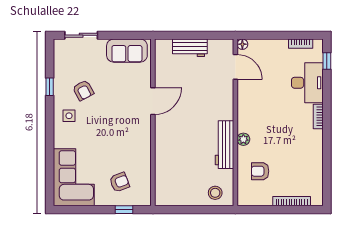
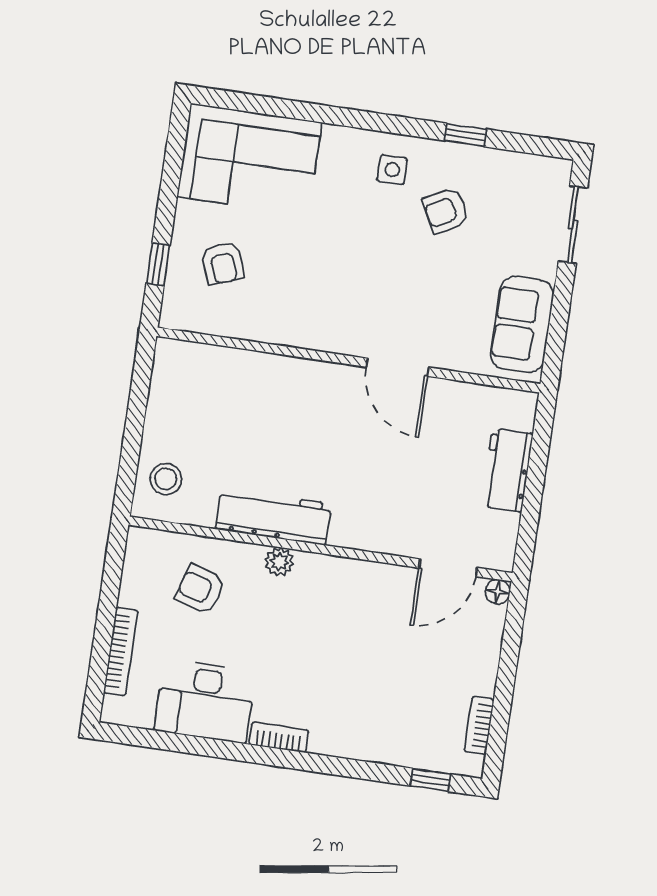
desk: (307, 83) -> (205, 701), moved
bookcase: (318, 116) -> (279, 737), moved
armchair: (260, 171) -> (200, 589), turned -73

